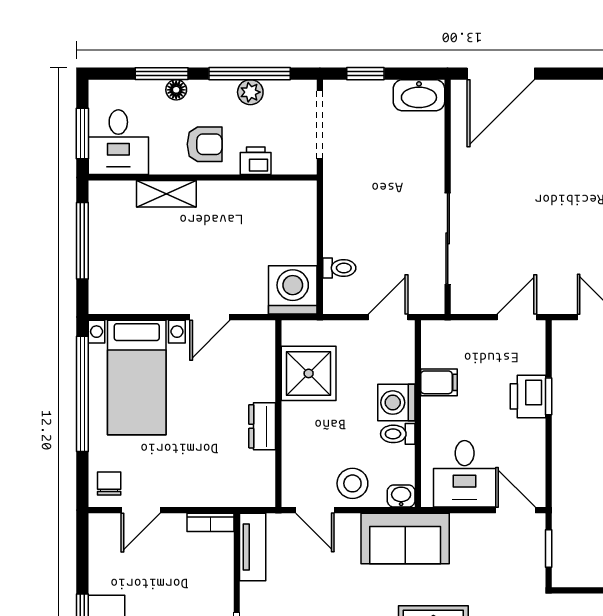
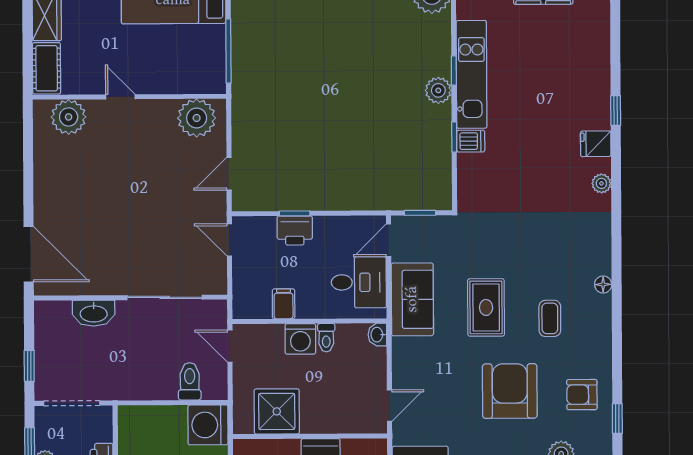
washbasin: (419, 95) -> (94, 313), moved, turned 90
toilet: (339, 268) -> (190, 381), width x1.37, depth x1.39
stool: (352, 483) -> (367, 375), removed
sofa: (405, 539) -> (412, 299), moved

